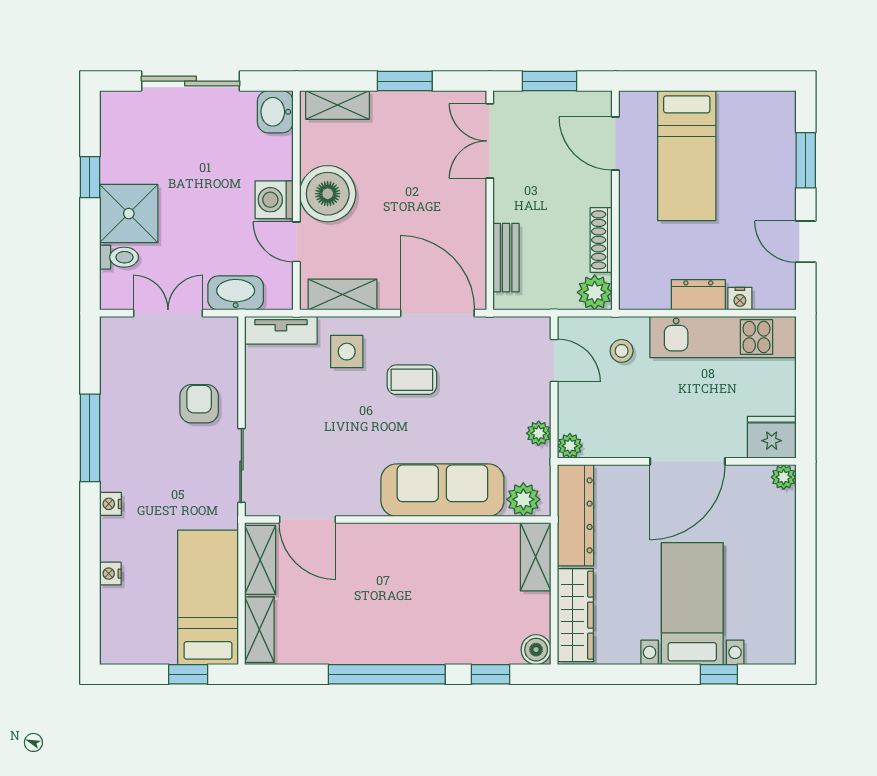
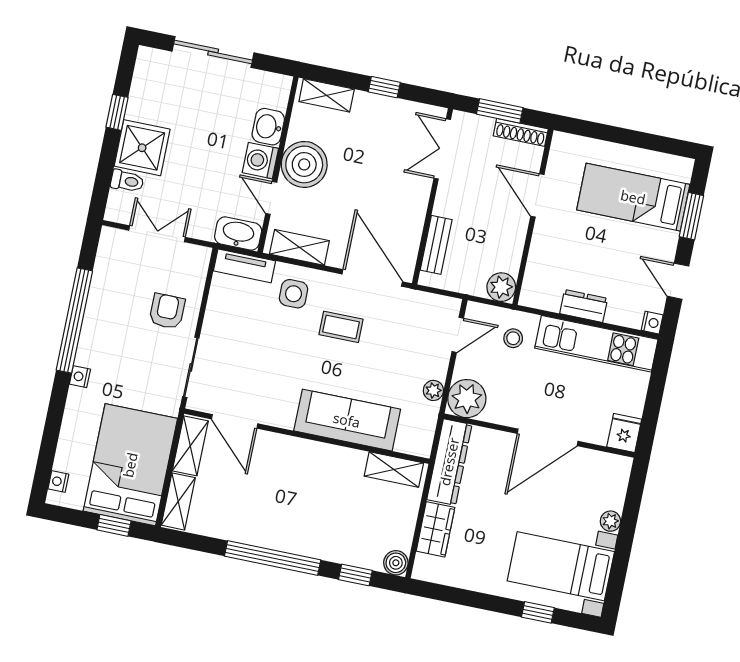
window: (405, 81) -> (384, 87), width x0.67
washbasin: (275, 112) -> (268, 127), moved
door: (615, 144) -> (537, 195), moved
bed: (687, 156) -> (633, 197), moved, turned 90
shoe rack: (601, 240) -> (521, 132), moved, turned -90
washbasin: (236, 293) -> (238, 234), moved
nightstand: (740, 299) -> (652, 323), moved, turned -90
door: (554, 361) -> (458, 335), hinge flipped
fridge: (772, 437) -> (624, 433), width x0.72
window: (90, 438) -> (74, 321), width x1.46
plant: (570, 446) -> (467, 399), width x1.87, depth x1.87
plant: (784, 477) -> (610, 521), moved
plant: (523, 499) -> (410, 441), removed
shelving: (536, 557) -> (394, 470), moved, turned 90
nightstand: (110, 574) -> (58, 481), moved
bed: (208, 597) -> (130, 465), width x1.50
bed with nightstands: (692, 604) -> (561, 566), moved, turned -90
wardrobe: (575, 615) -> (436, 529), width x0.67

